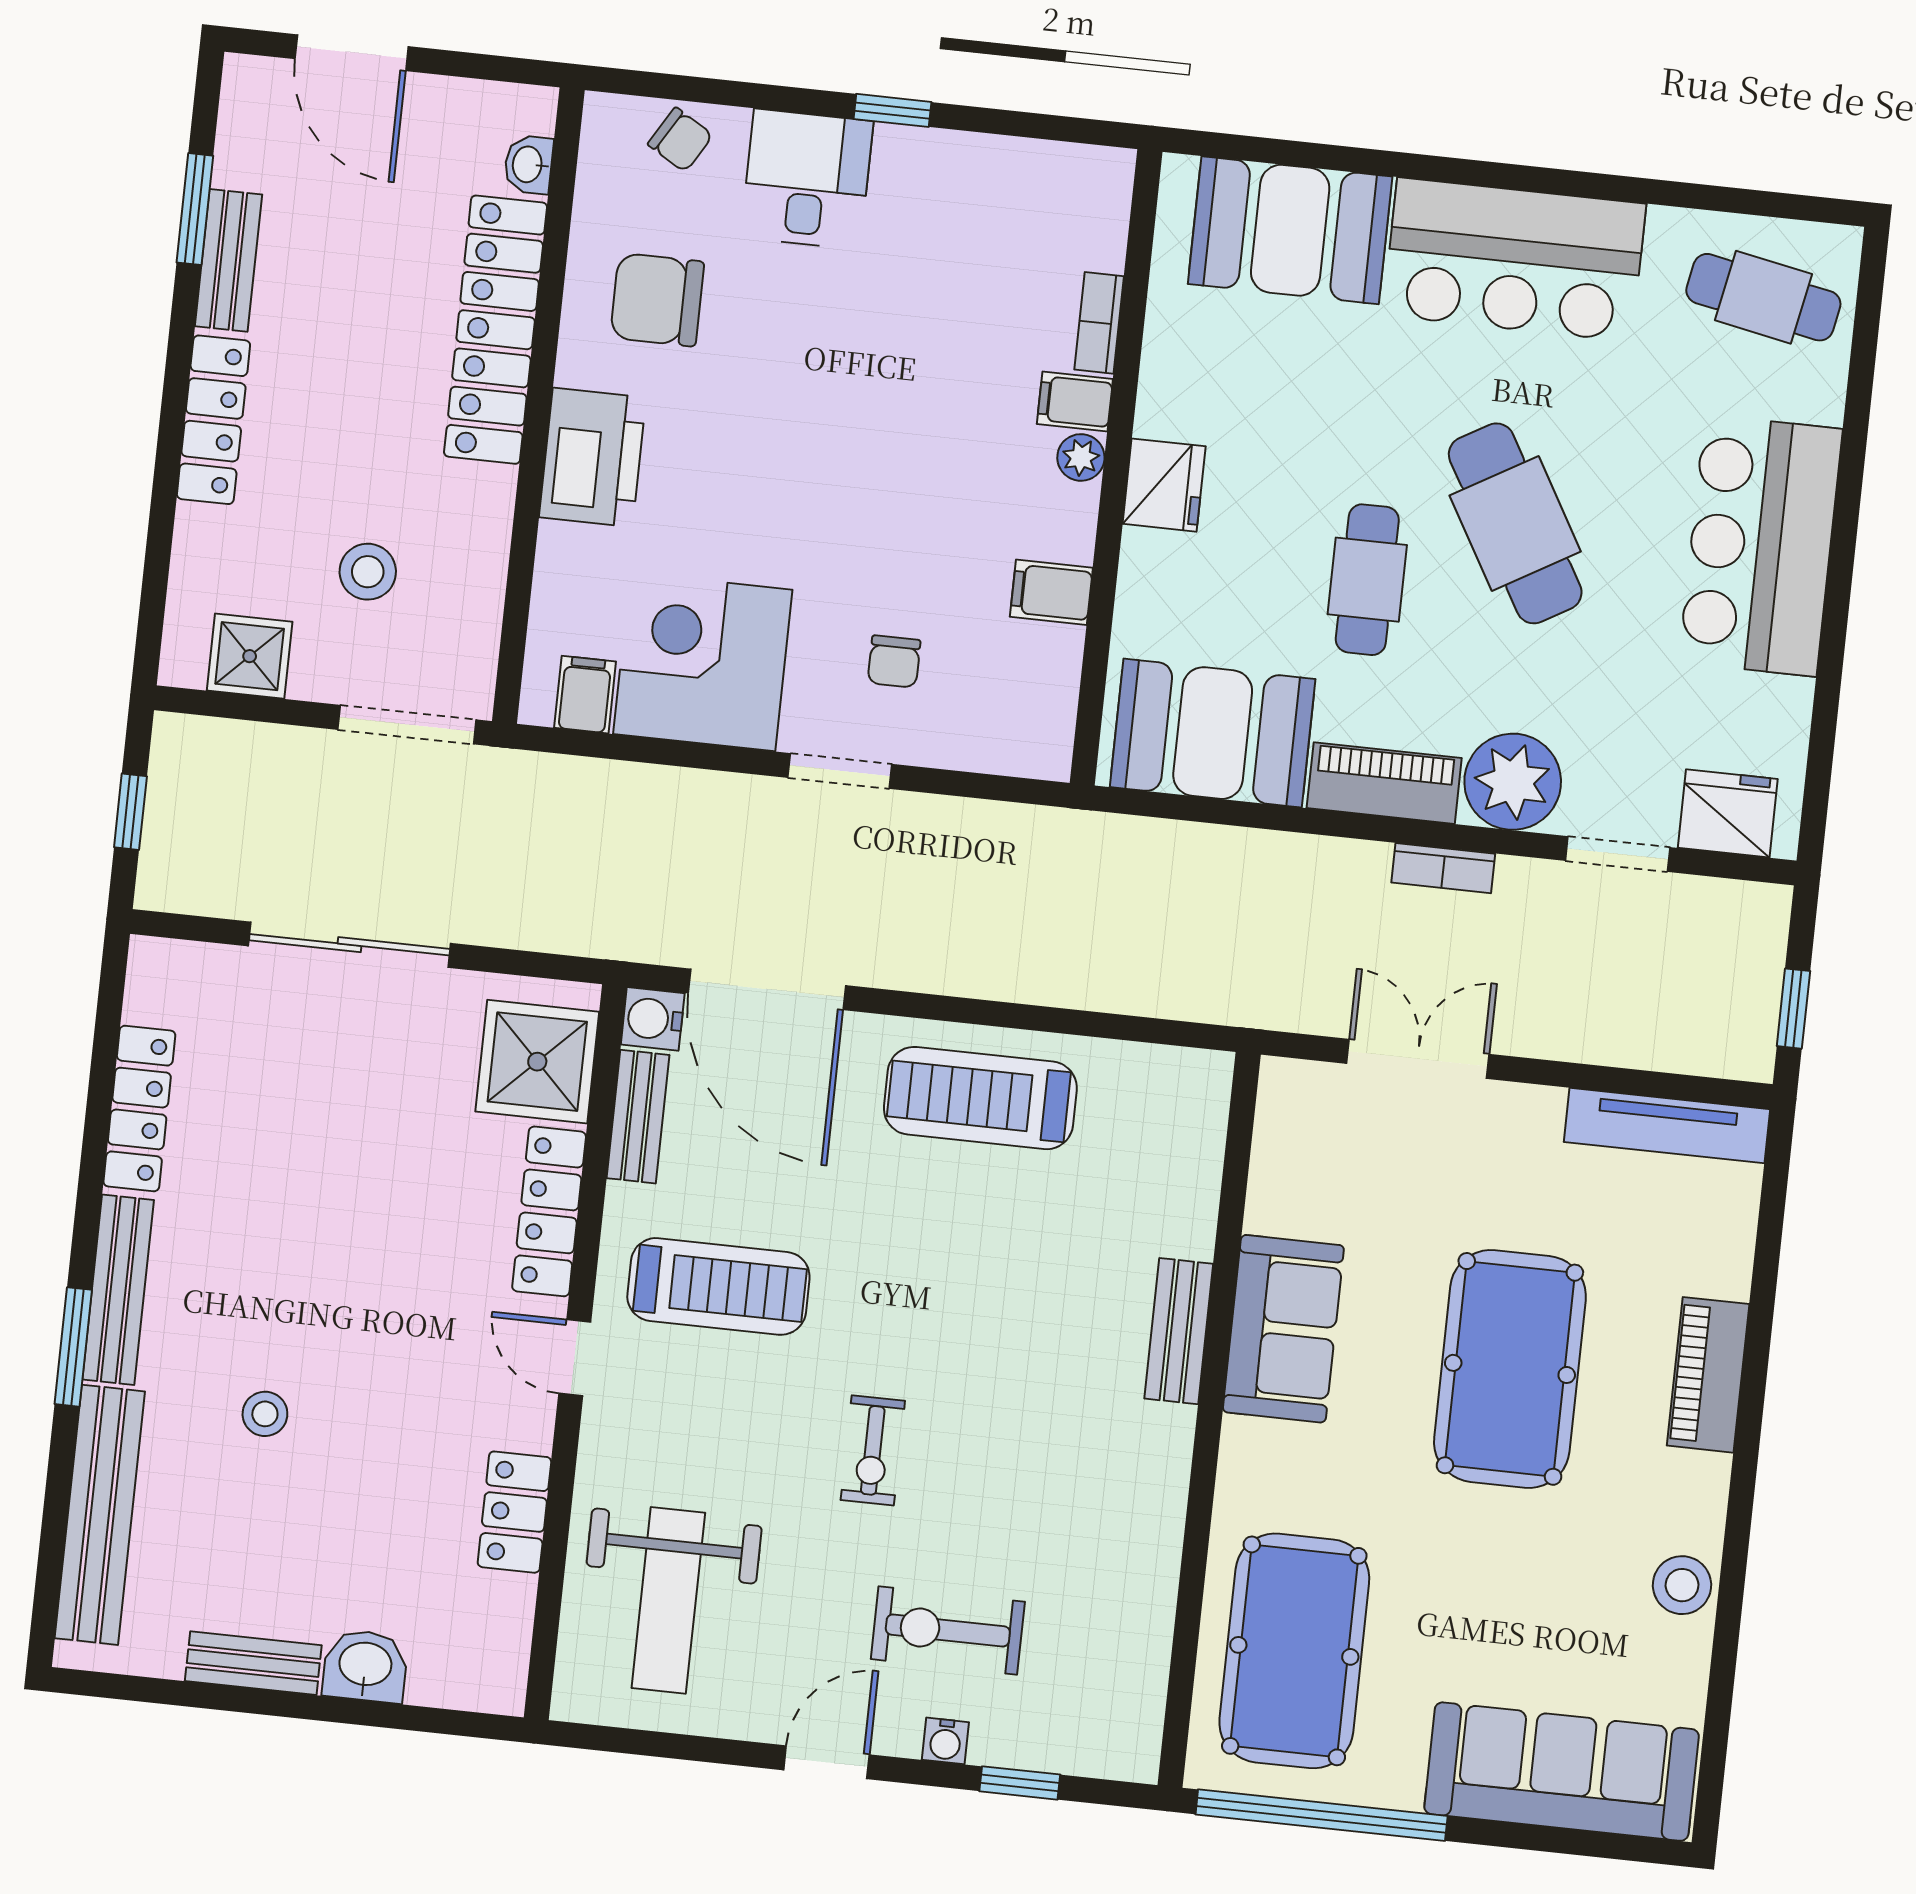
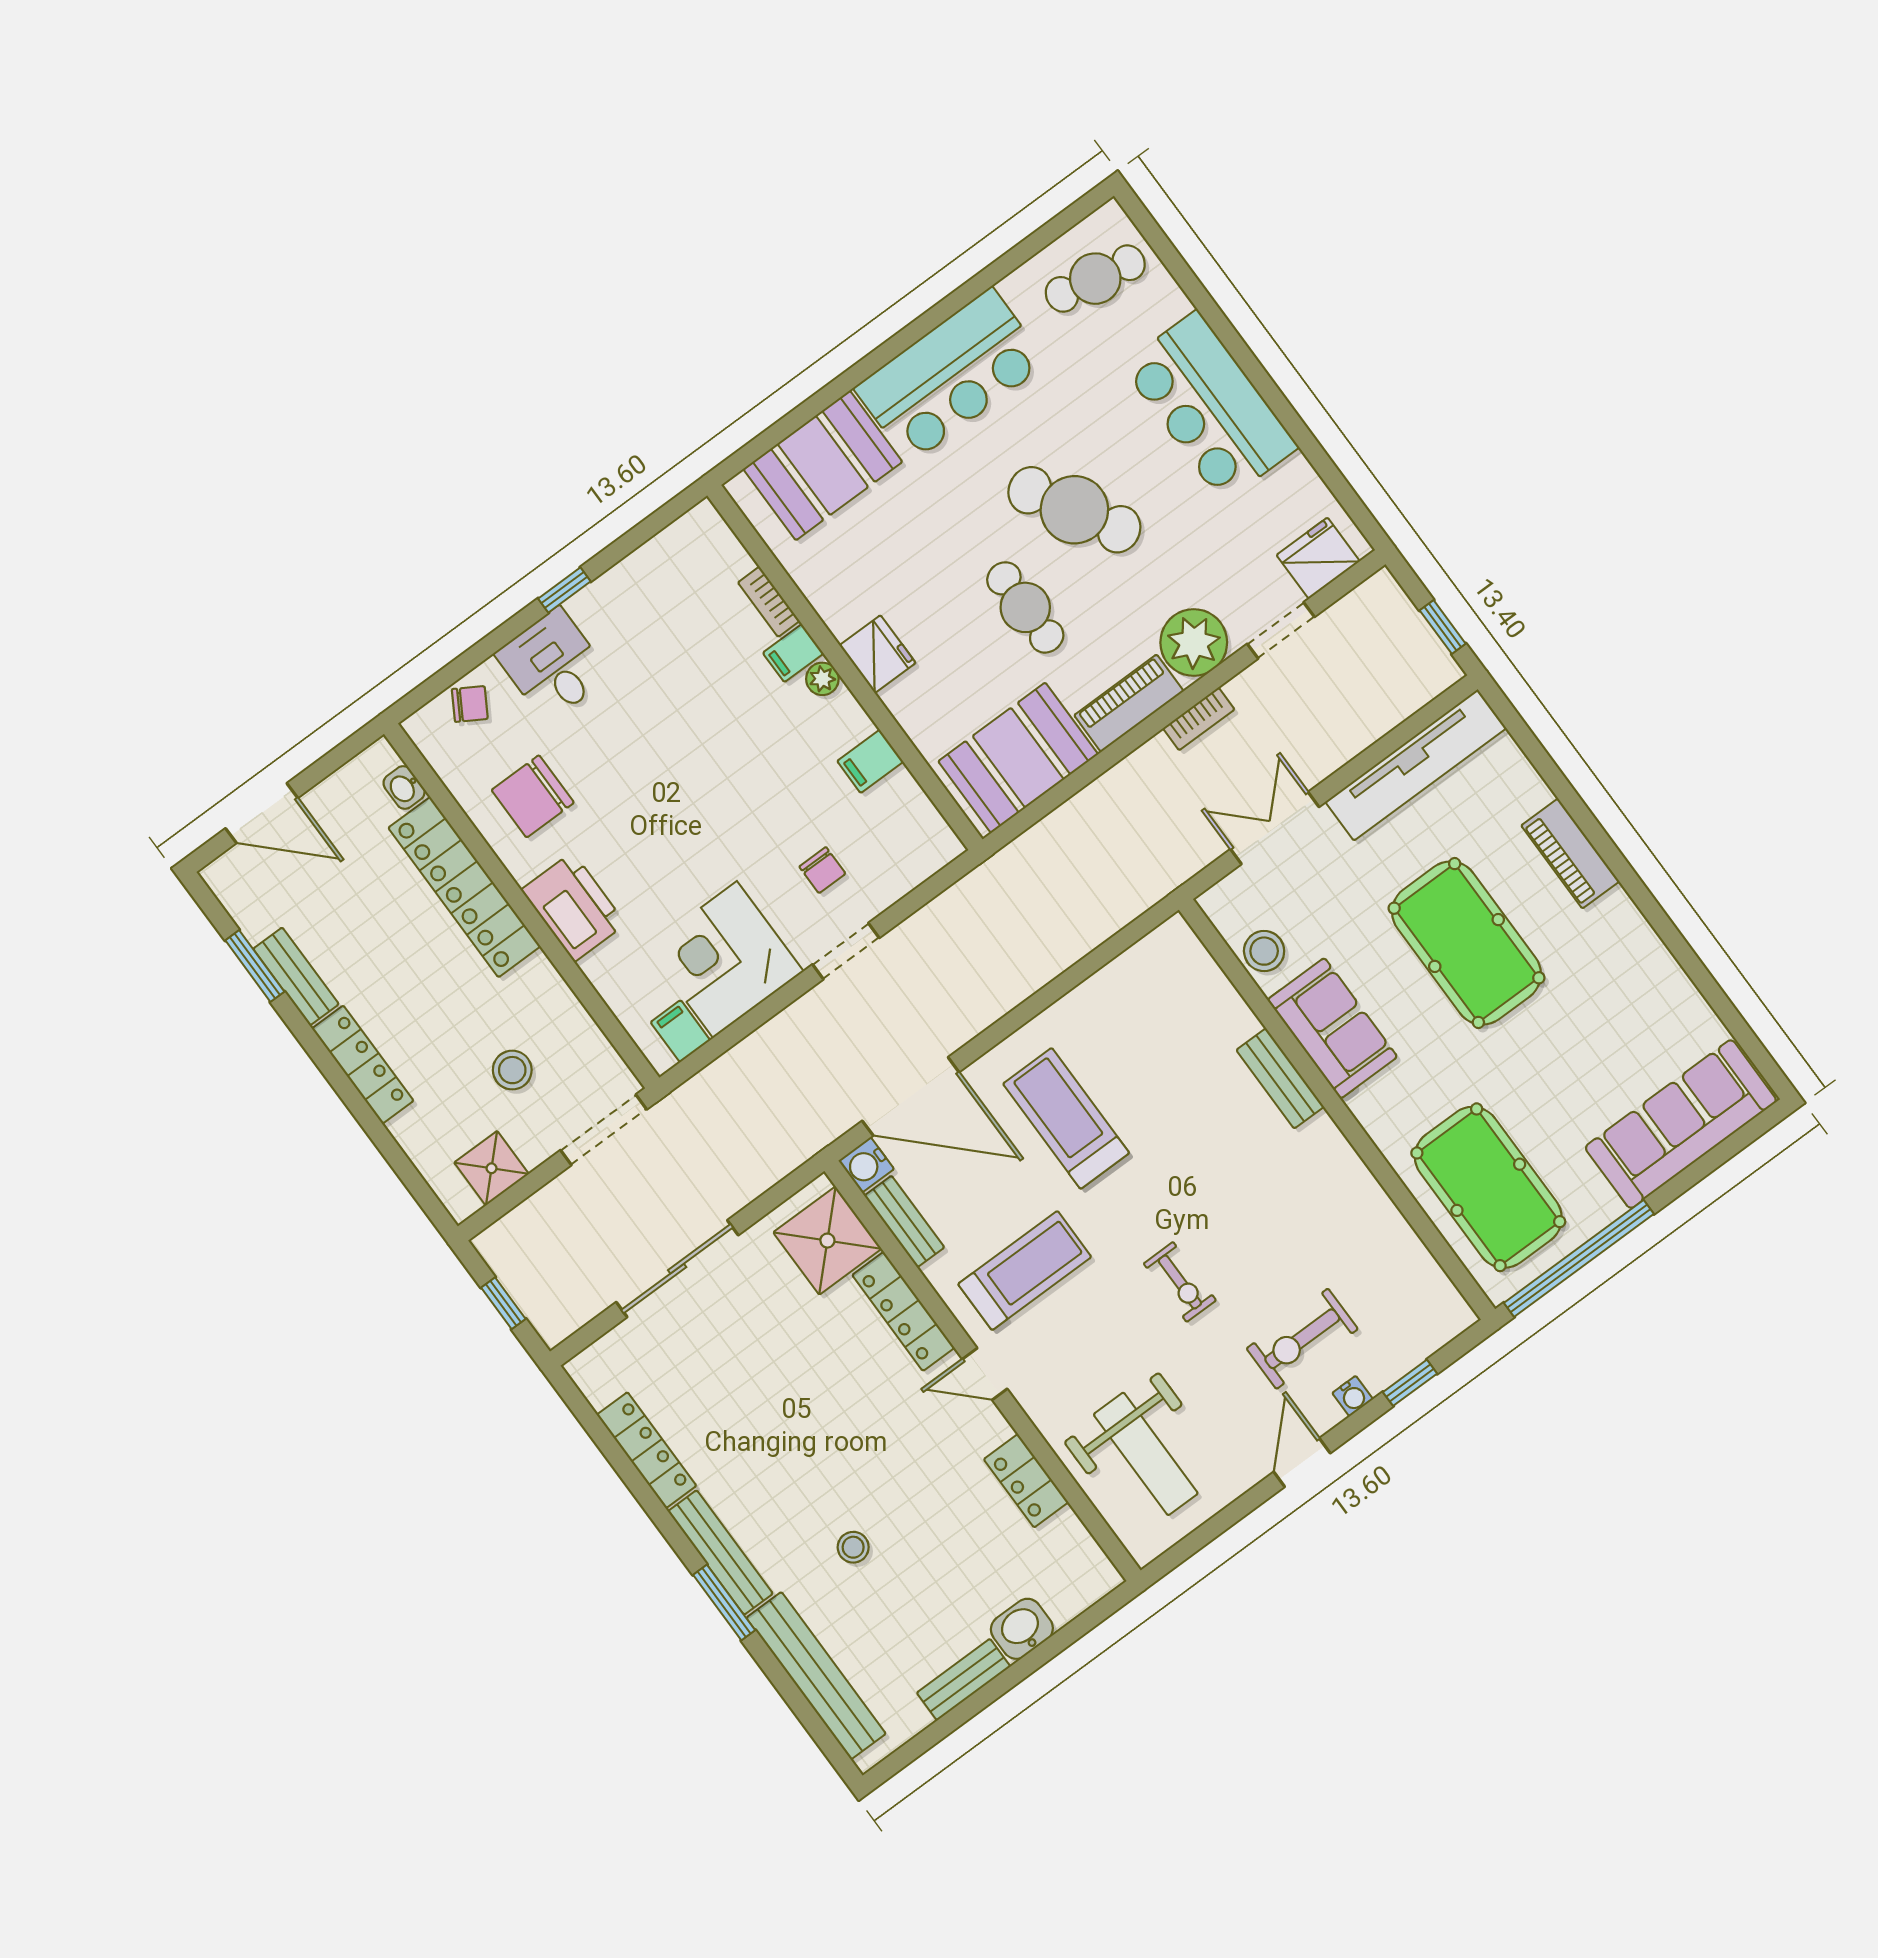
treadmill: (980, 1098) -> (1066, 1118), moved, turned 90
tv unit: (1667, 1126) -> (1416, 765), width x1.36, depth x1.29
stool: (1682, 1585) -> (1264, 951), moved

